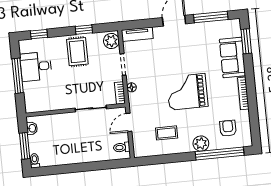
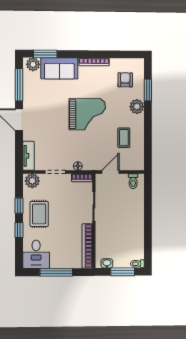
plant: (234, 30) -> (33, 64), added
window: (39, 34) -> (19, 230), moved
rug: (77, 52) -> (39, 214), turned 90
desk: (36, 66) -> (36, 254), moved
grand piano: (187, 92) -> (87, 114), turned -90
bookcase: (48, 106) -> (87, 246), added
door: (129, 122) -> (111, 172), swing flipped
armchair: (228, 128) -> (125, 80), turned 90
window: (220, 154) -> (148, 90), width x0.47

